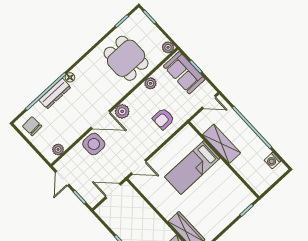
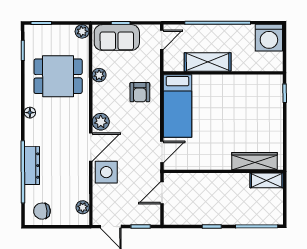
floor lamp: (70, 77) -> (30, 113), moved
washing machine: (272, 161) -> (269, 38), width x1.89, depth x1.89
bed: (192, 167) -> (178, 106), moved

